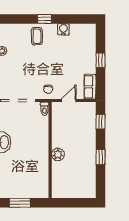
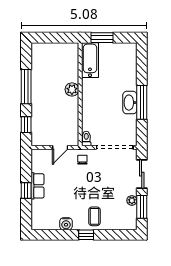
row of seats: (90, 87) -> (37, 186), moved
window: (101, 157) -> (26, 87), width x2.17
bathtub: (41, 182) -> (90, 60), added
window: (20, 203) -> (102, 38), moved

